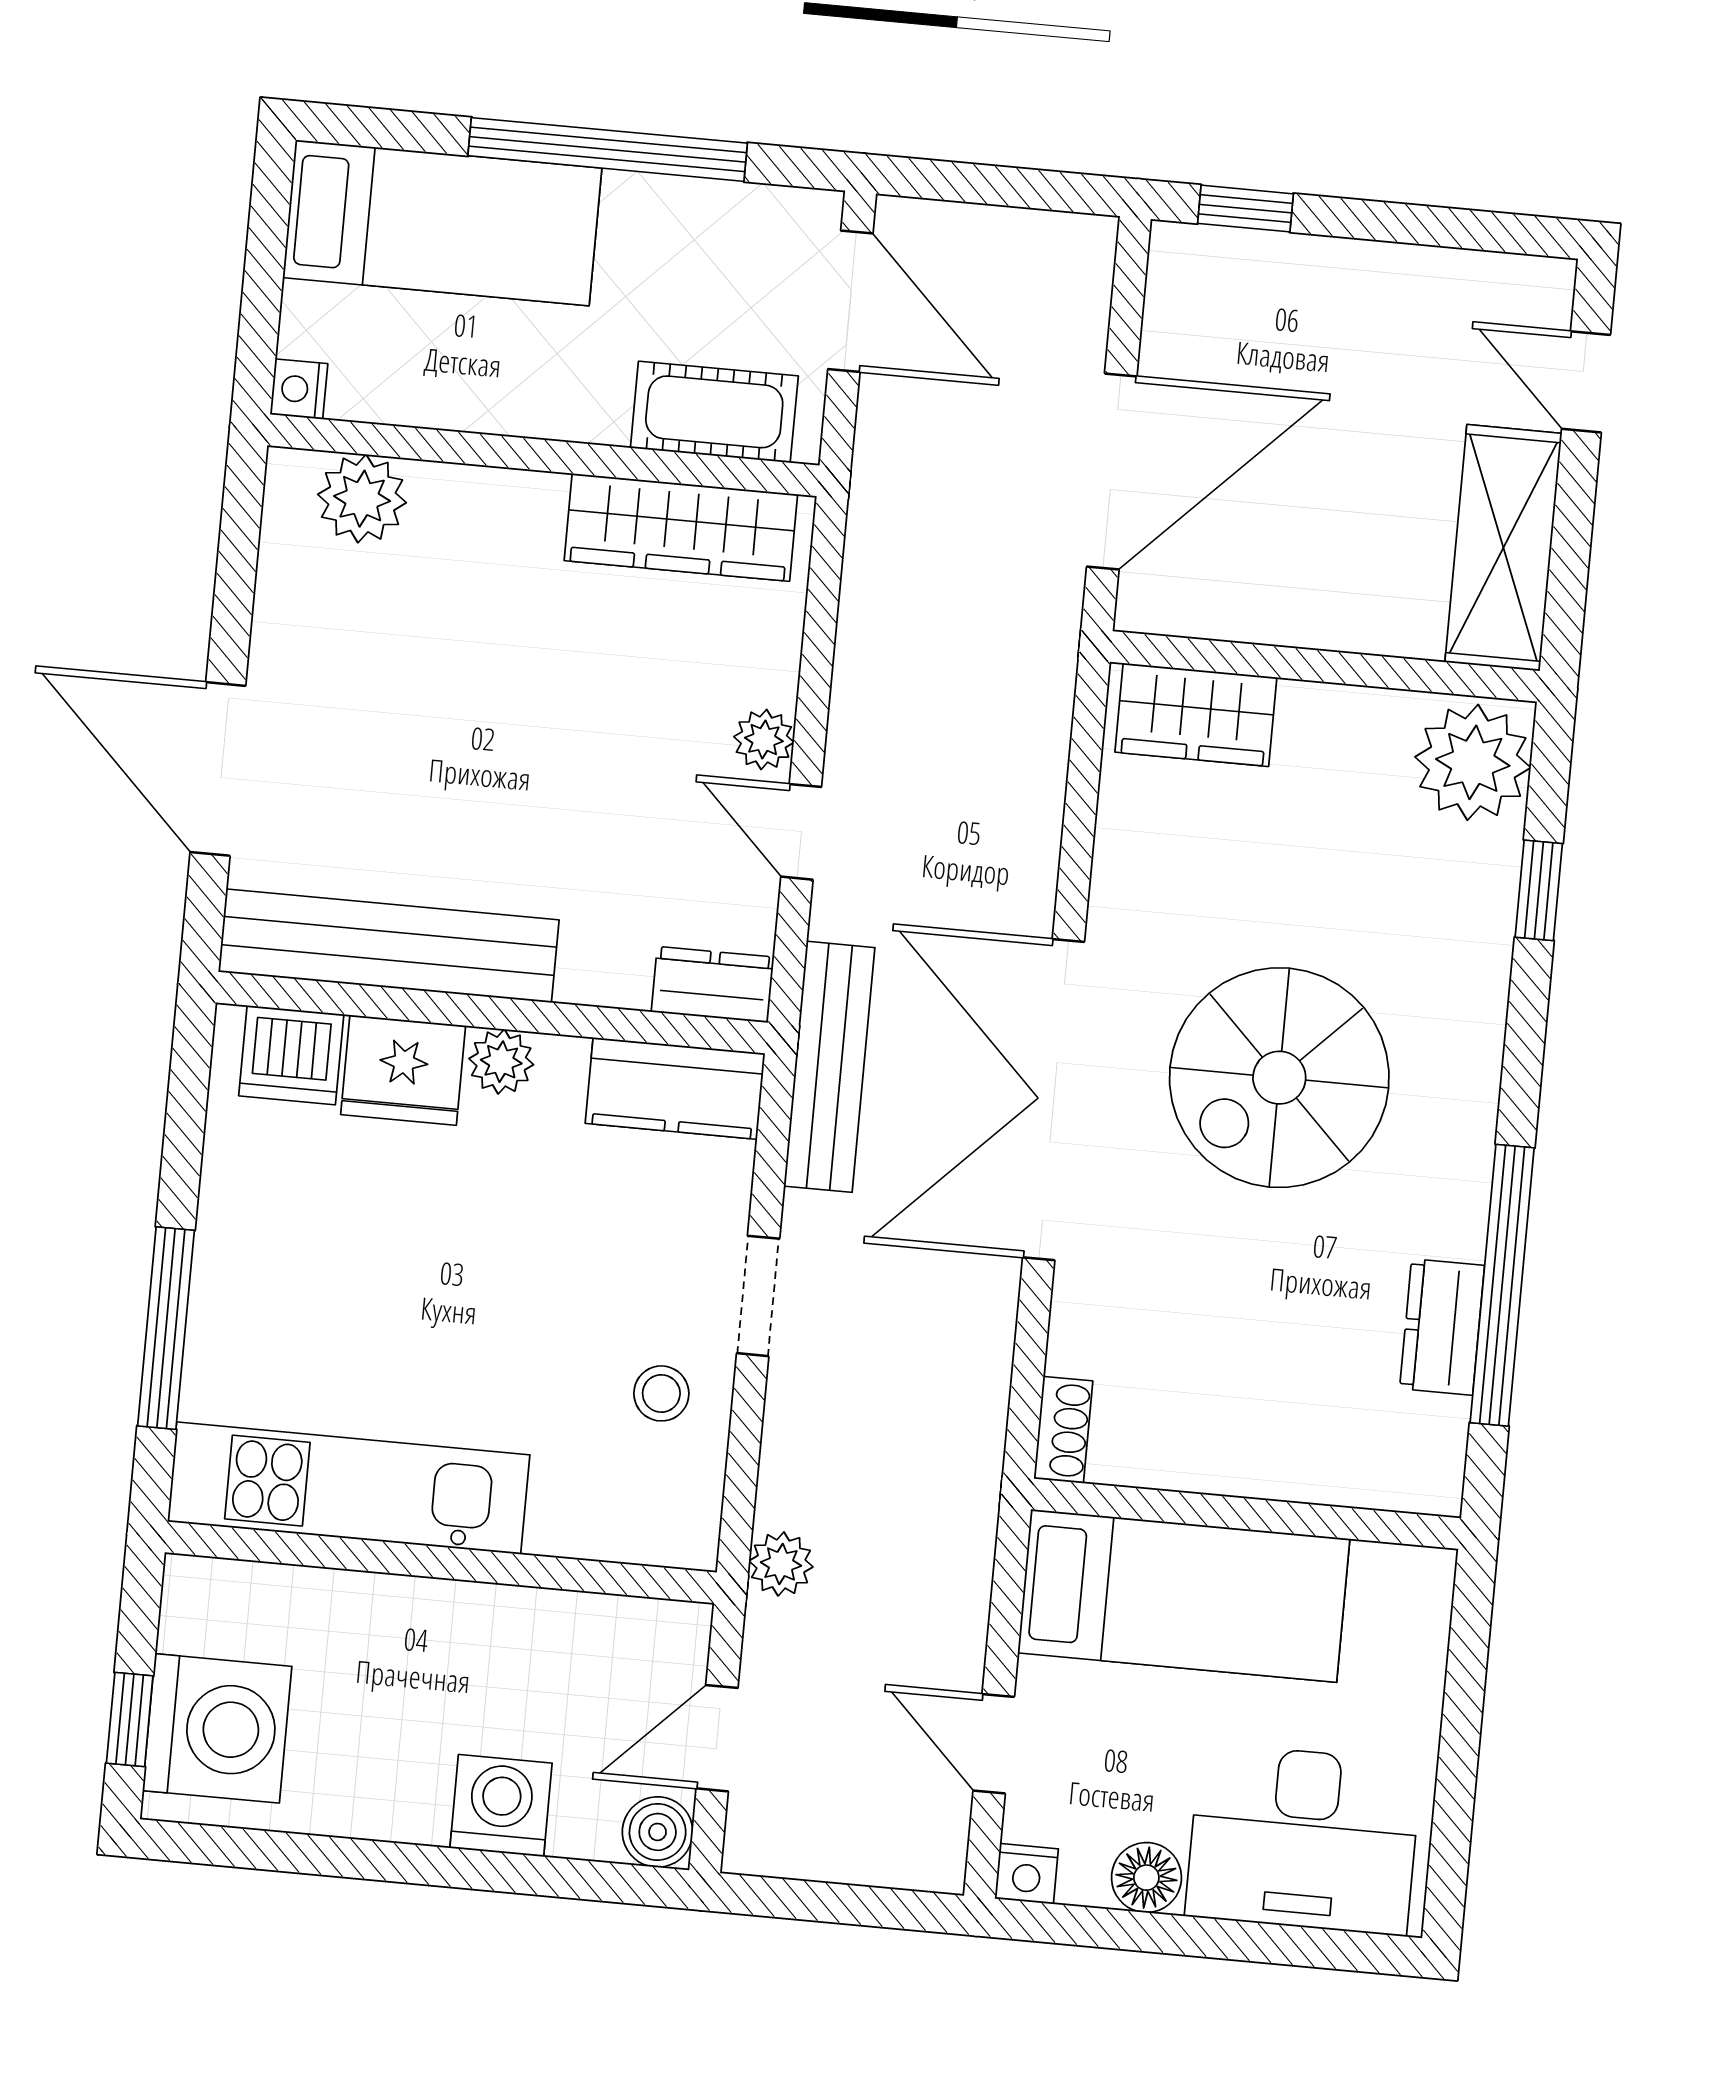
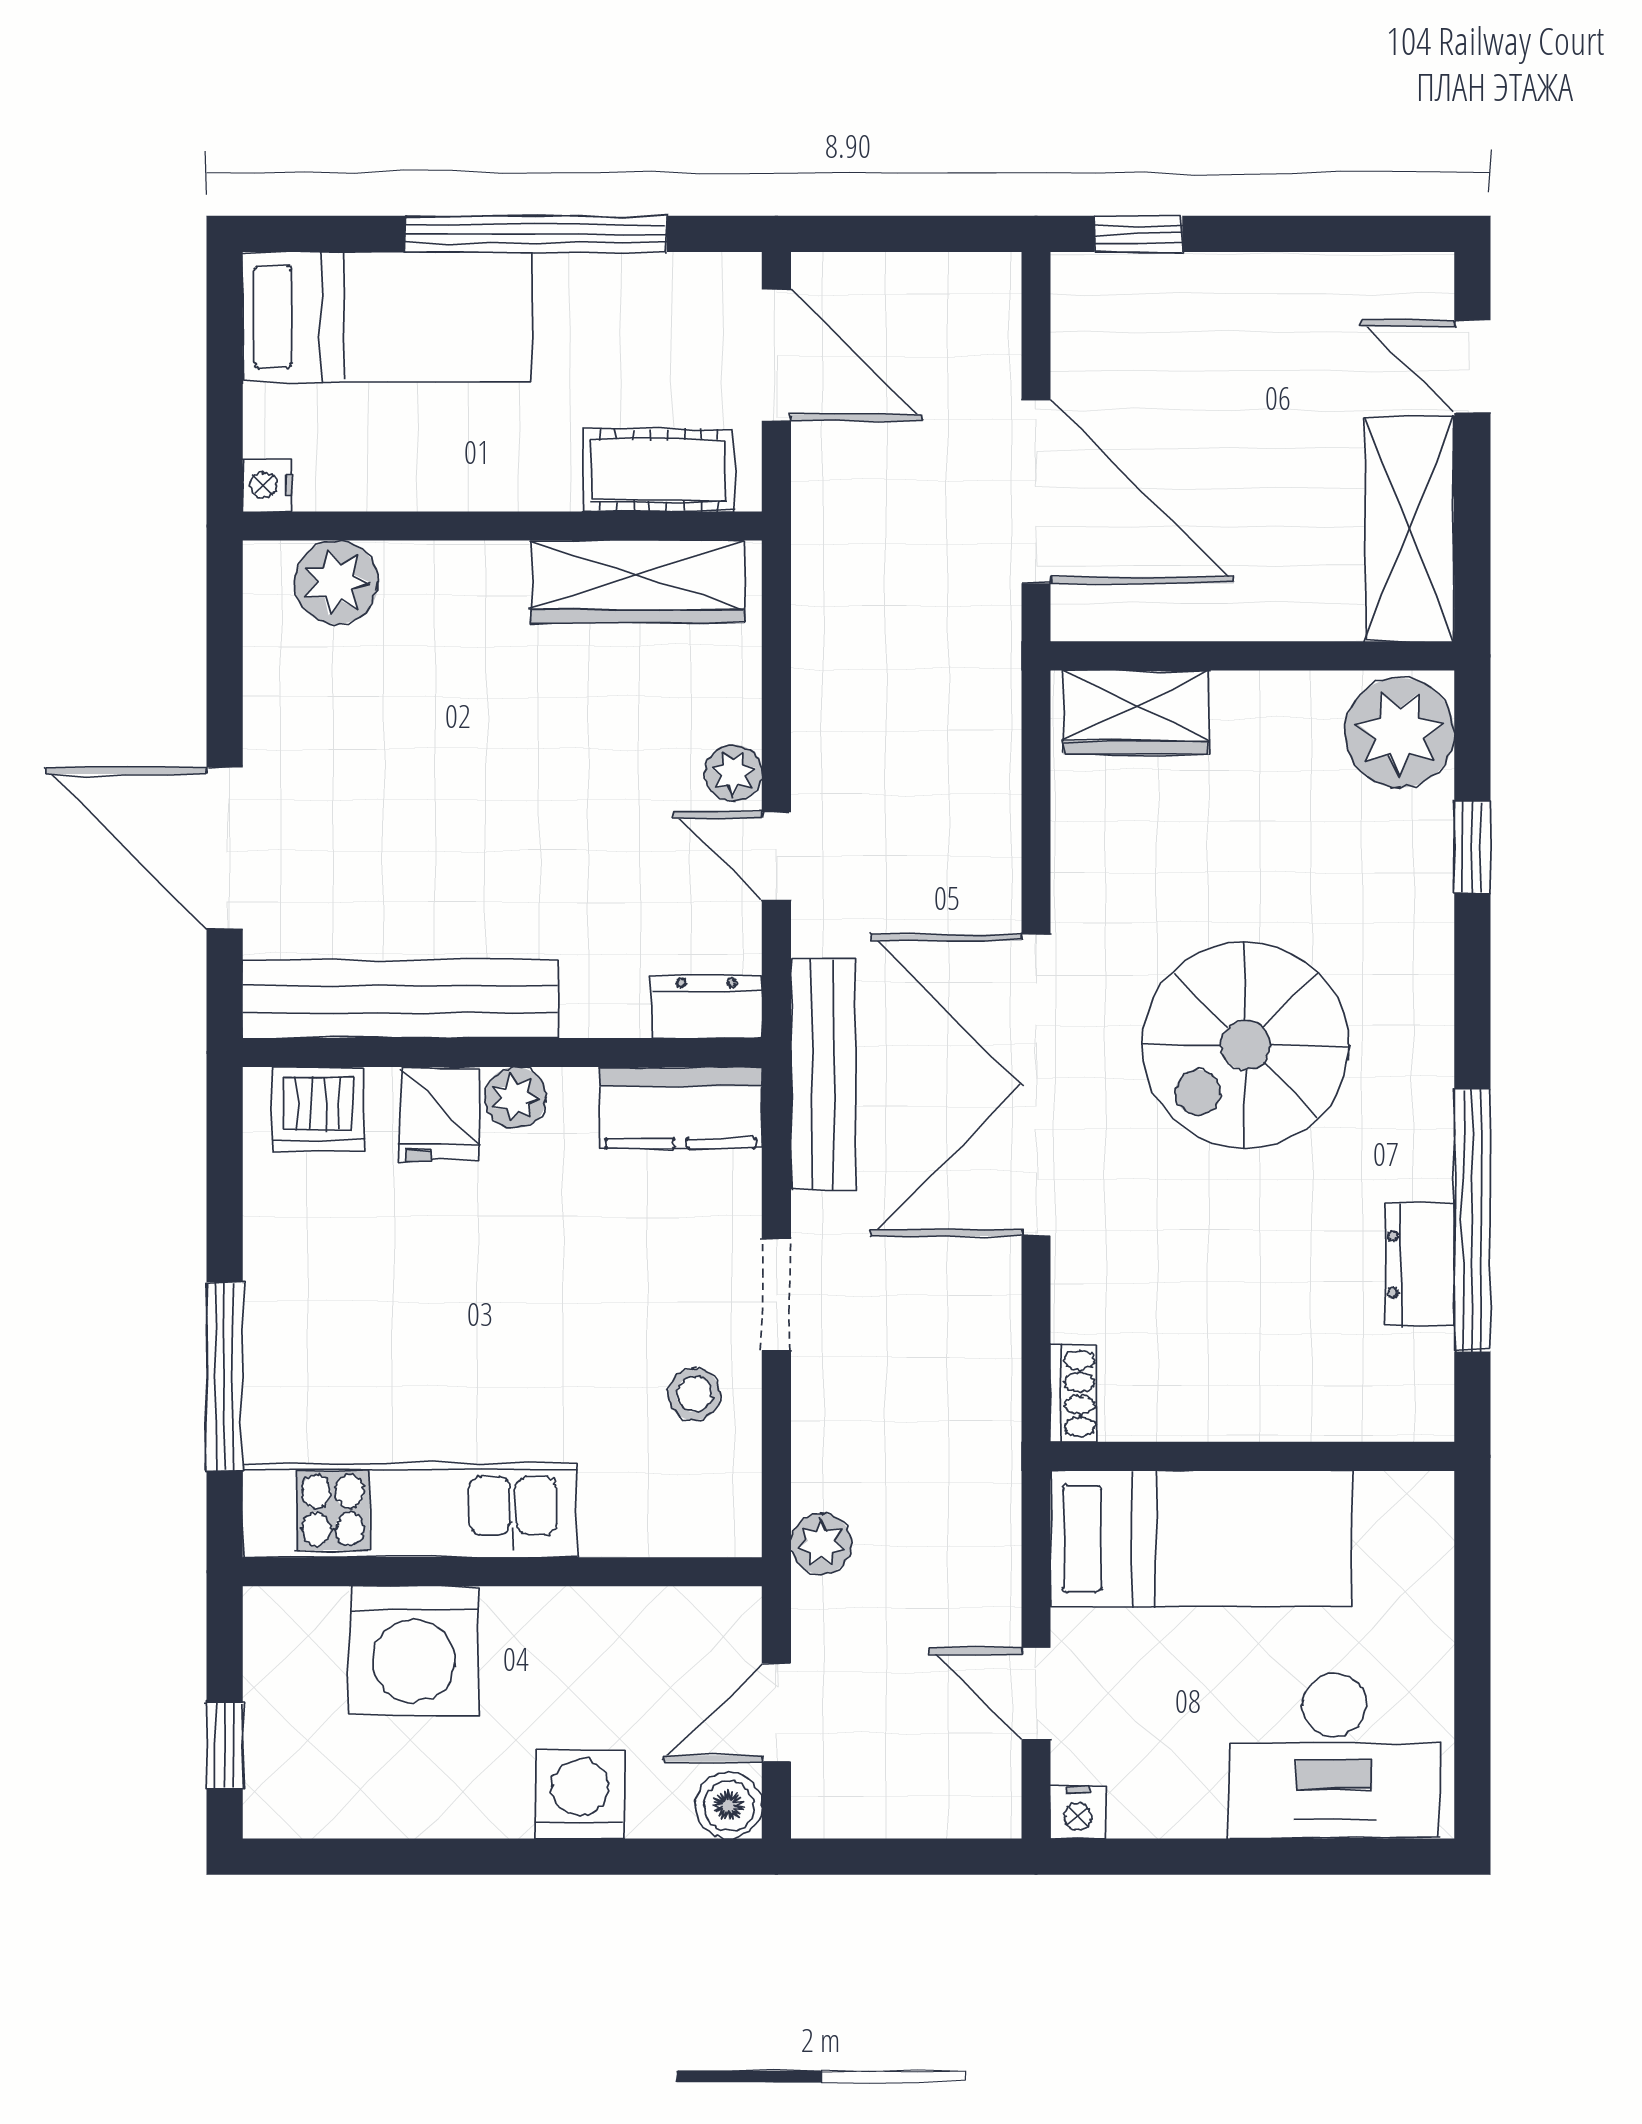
door: (1112, 471) -> (1036, 492), hinge flipped
fridge: (403, 1070) -> (440, 1114), width x0.72
washing machine: (217, 1728) -> (414, 1651), moved, turned 90
floor lamp: (1146, 1878) -> (1191, 1806), removed

